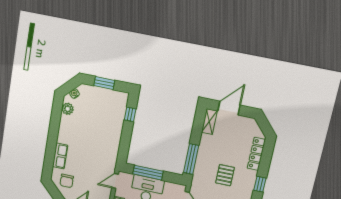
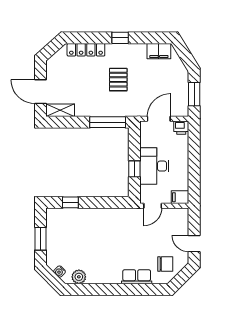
window: (148, 173) -> (134, 169), width x0.46
pallet: (225, 175) -> (118, 80), turned 90
door: (115, 181) -> (153, 206), hinge flipped

